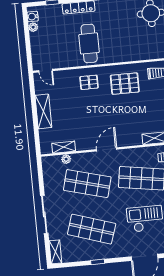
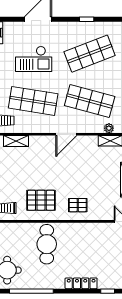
cafe table: (89, 43) -> (47, 244), moved
shop shelf: (92, 229) -> (90, 54), turned -39

